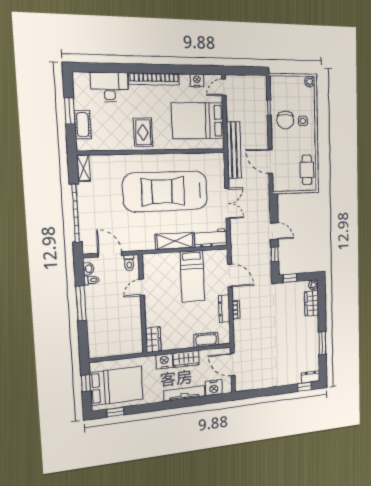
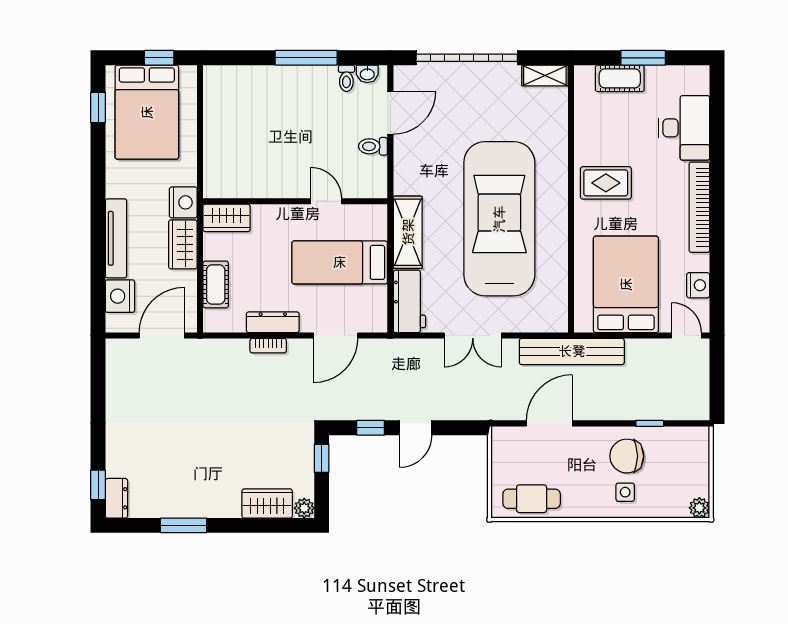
door: (142, 287) -> (326, 201), moved
wall: (143, 304) -> (295, 201), moved
wardrobe: (153, 340) -> (227, 218), moved

